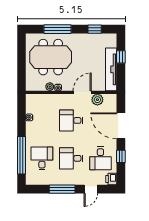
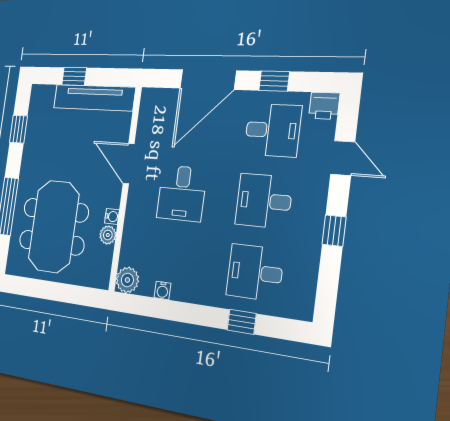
plant: (97, 100) -> (127, 280), moved
window: (22, 155) -> (242, 322), width x0.32
desk: (71, 158) -> (264, 201), turned 90
window: (62, 189) -> (334, 231), width x0.46

